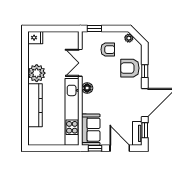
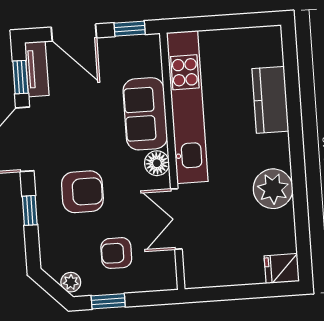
window: (94, 29) -> (108, 301), moved
double door: (80, 63) -> (176, 219), swing flipped
armchair: (130, 68) -> (82, 192), moved
kitchen counter: (35, 105) -> (270, 100), width x0.67
sofa: (91, 130) -> (145, 114), moved

